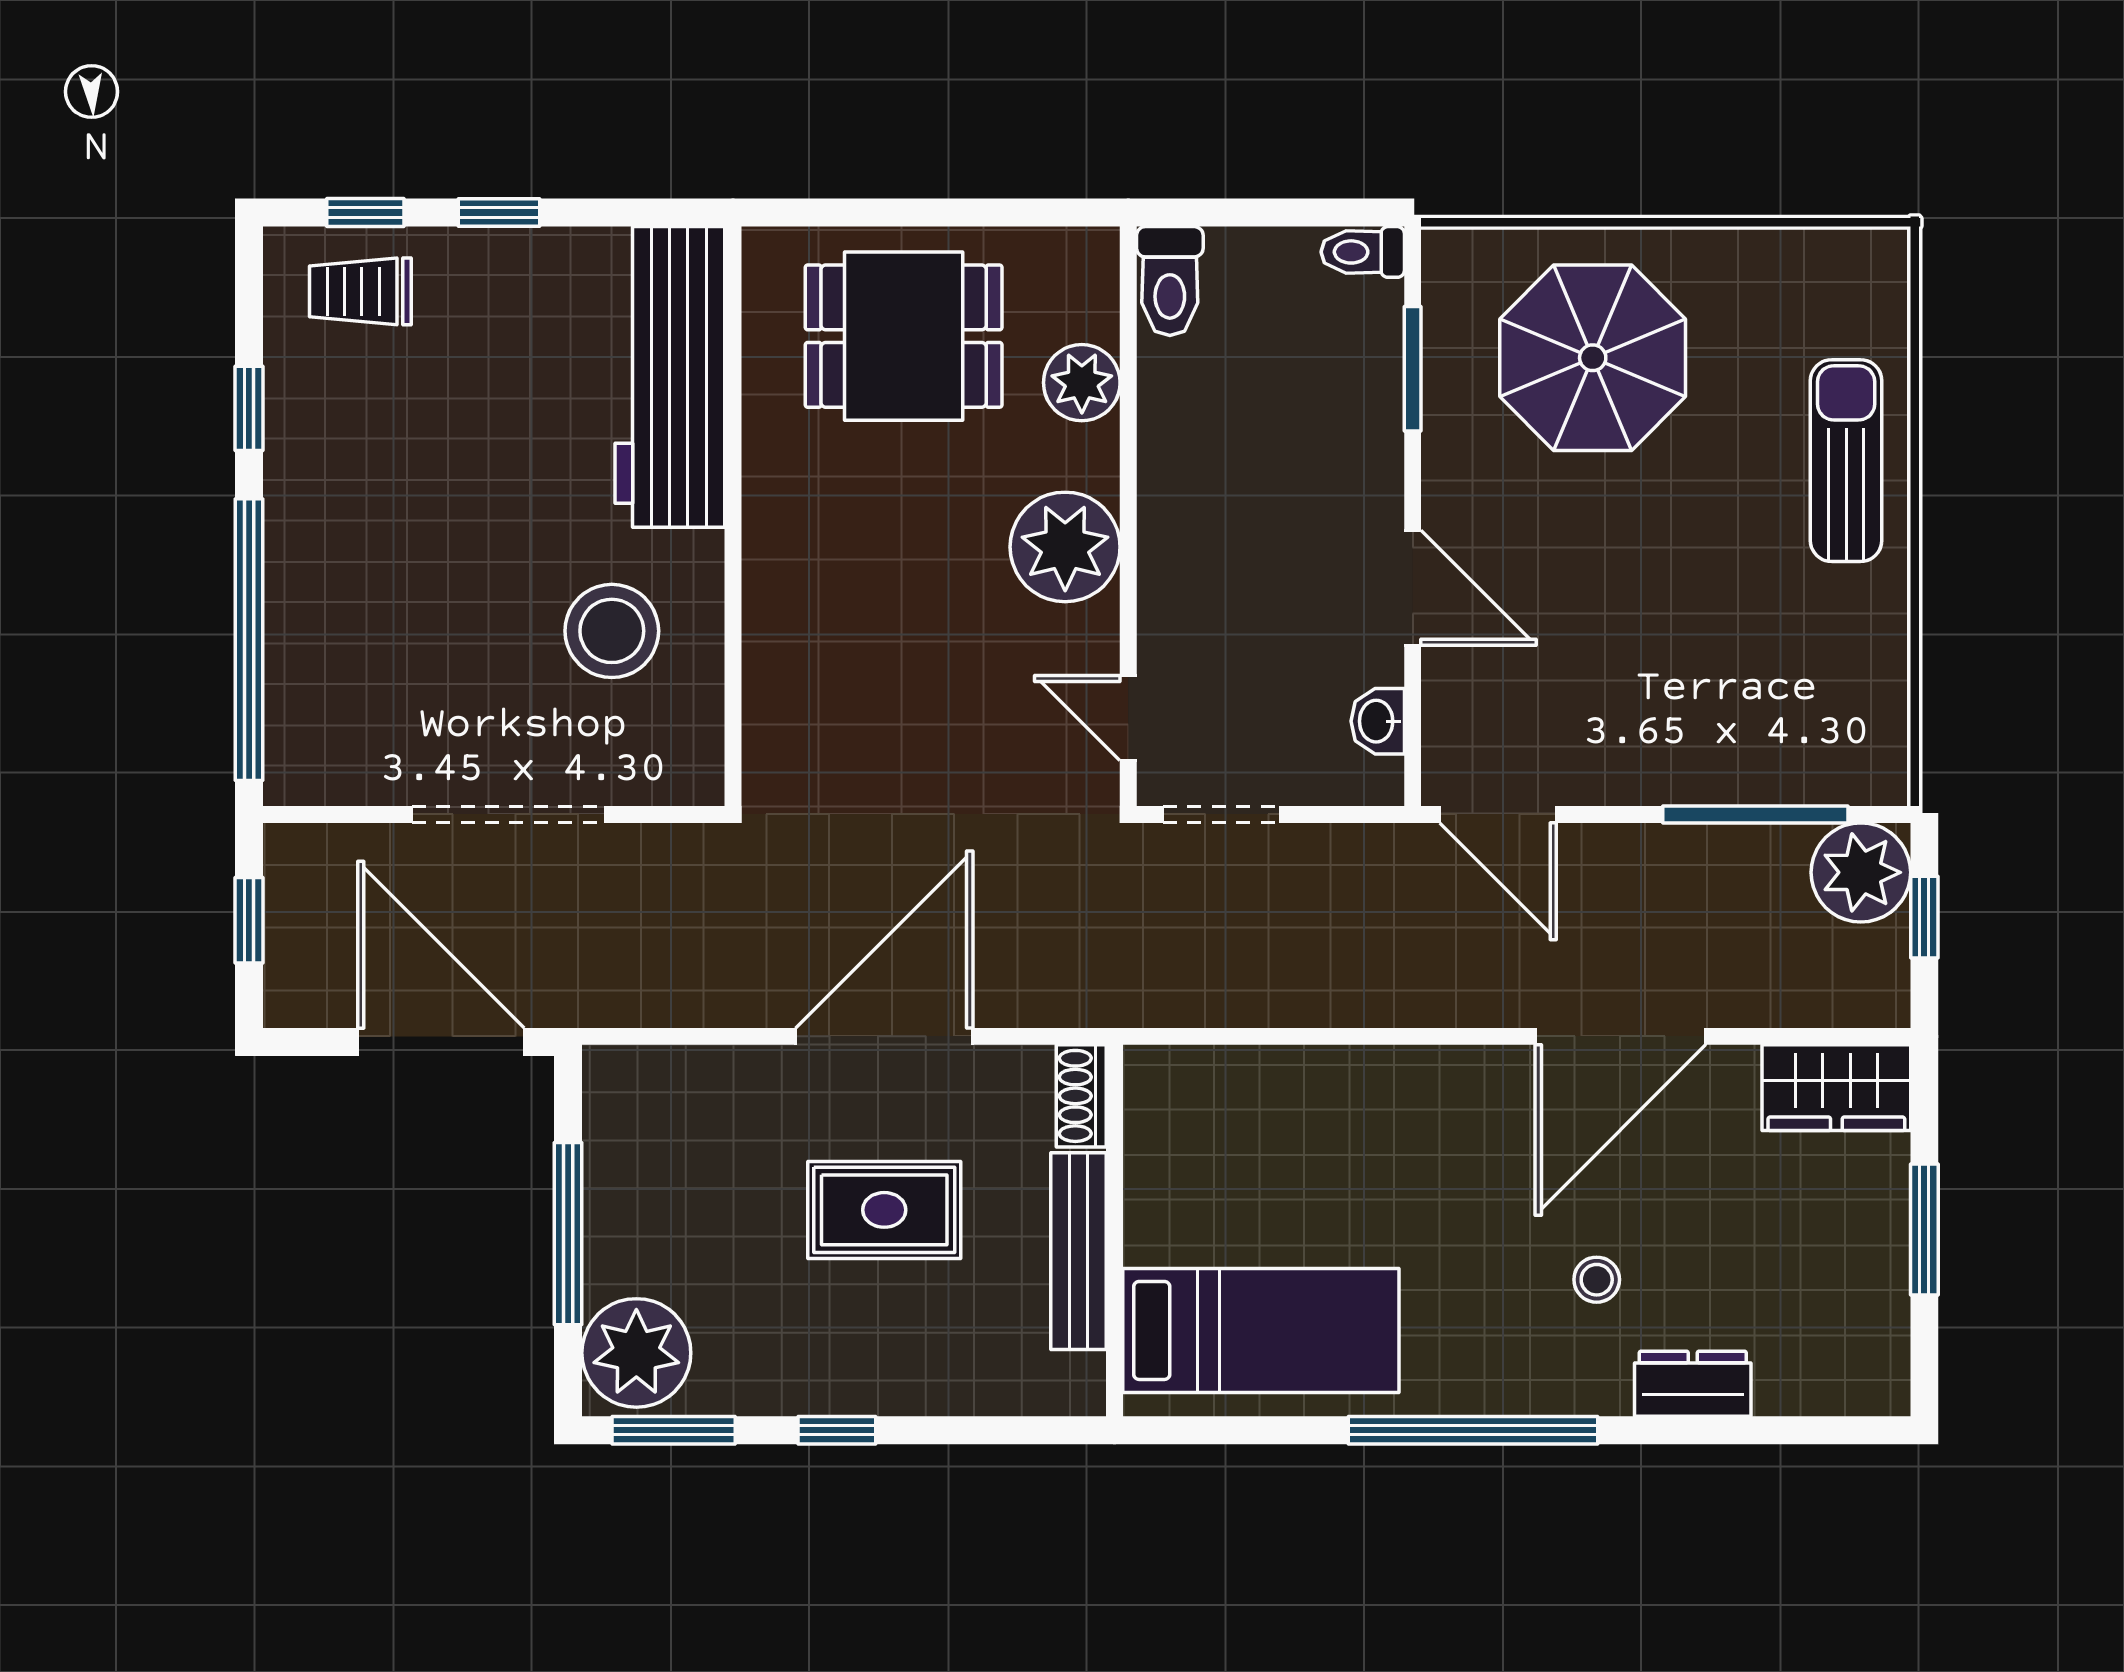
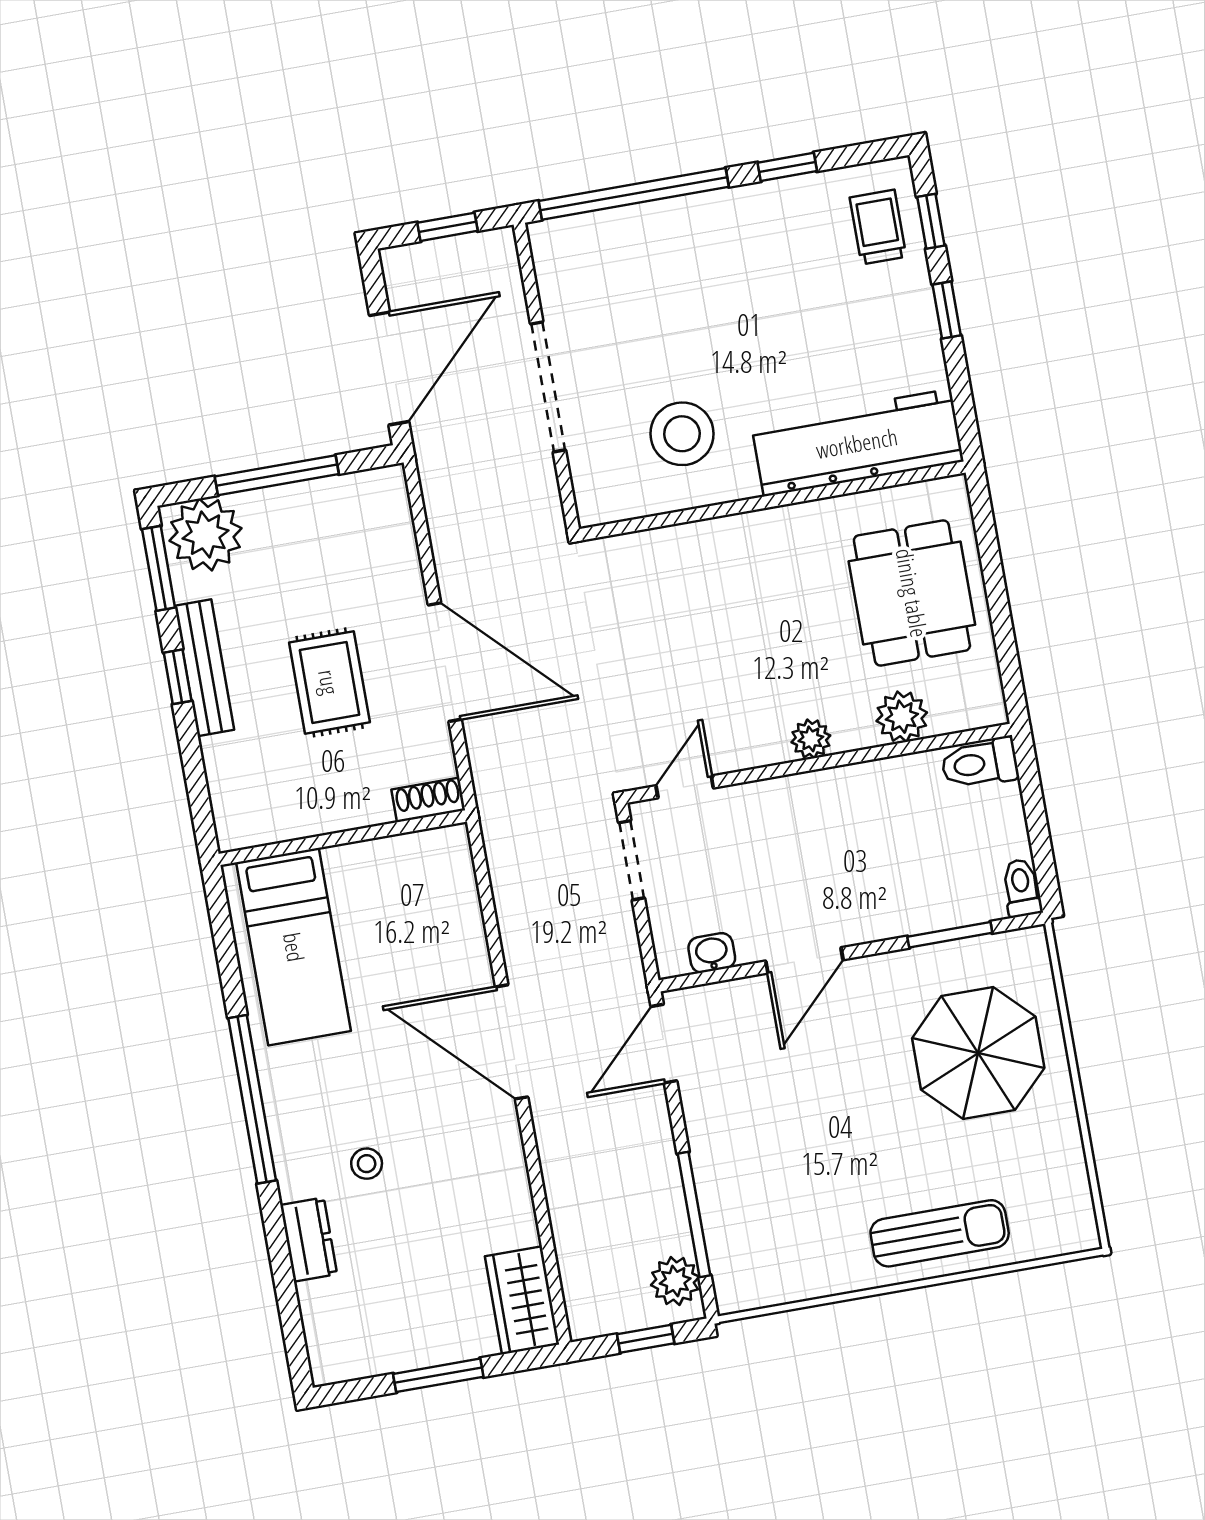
plant: (1065, 547) -> (811, 739), width x0.53, depth x0.53
plant: (1861, 872) -> (675, 1281), width x0.73, depth x0.73
door: (1620, 1036) -> (512, 1042), moved
bench: (1079, 1251) -> (204, 668), moved, turned 90

